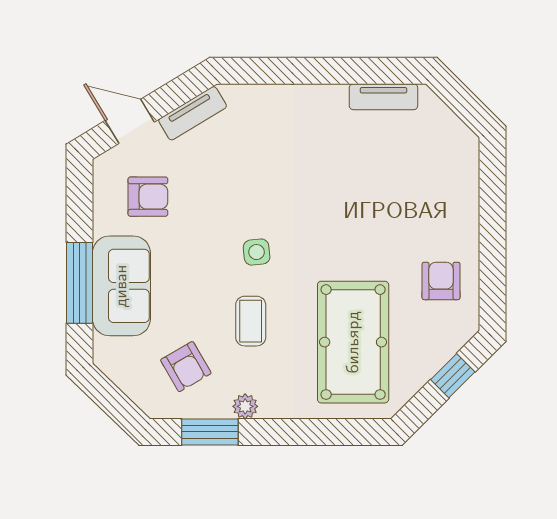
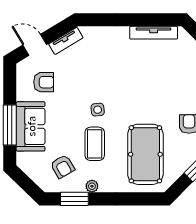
tv unit: (383, 97) -> (154, 33), width x1.41
coffee table: (251, 321) -> (95, 144), width x1.36, depth x1.30

